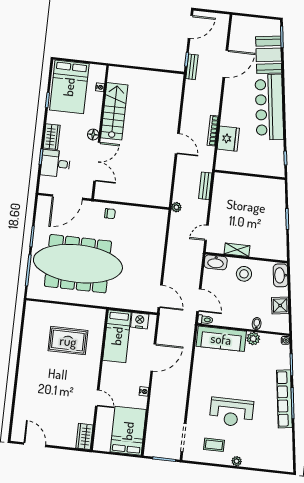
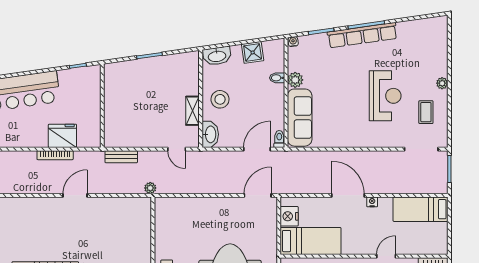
door: (153, 357) -> (348, 195), moved
bed: (128, 431) -> (421, 209), width x0.67

